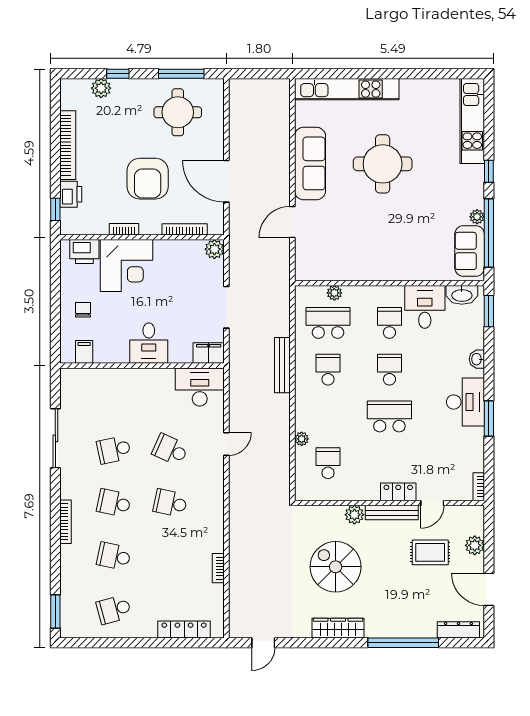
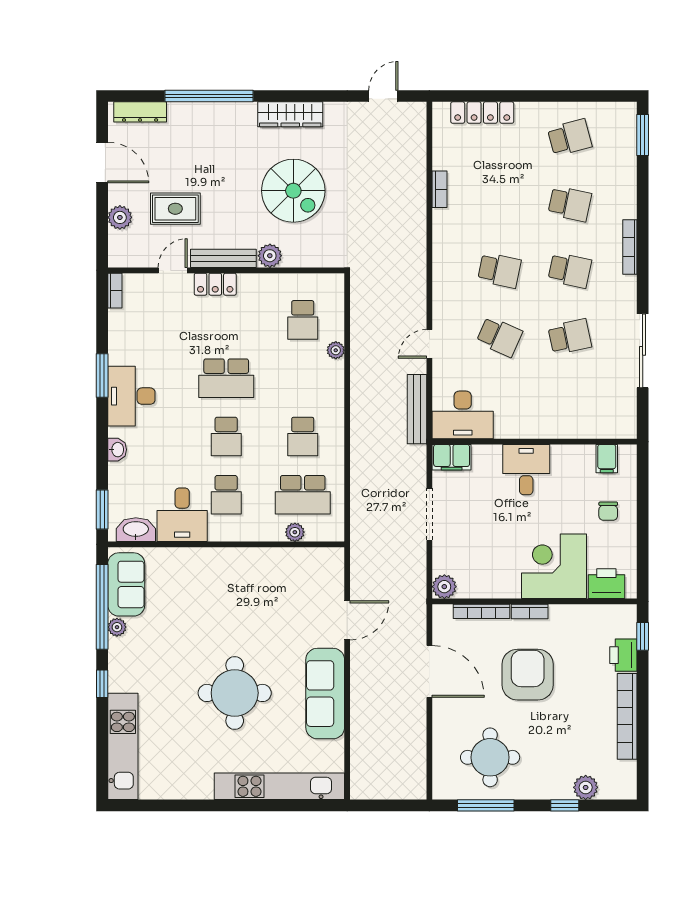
bookcase: (124, 229) -> (530, 612), moved
bench: (282, 365) -> (417, 409), moved

